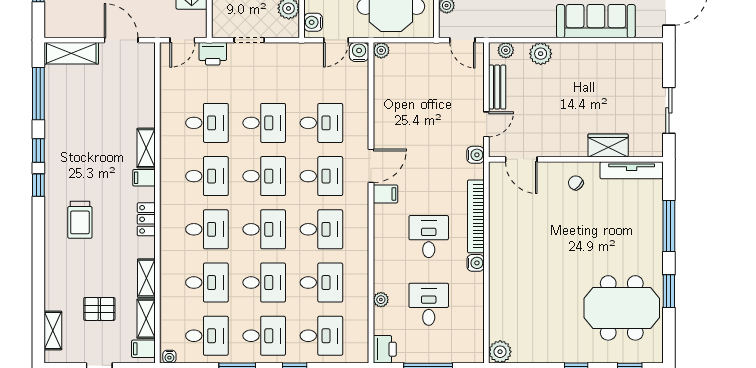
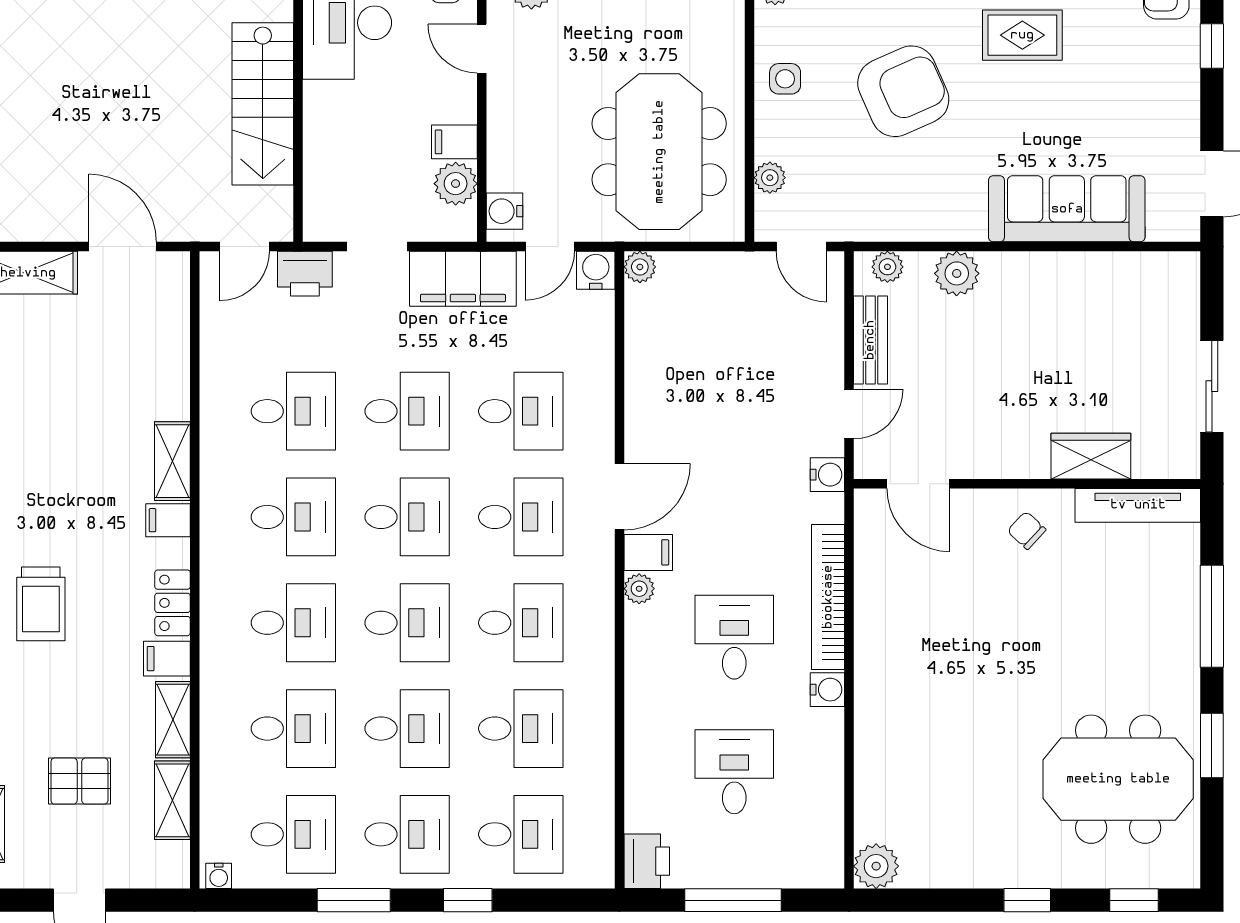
filing cabinet: (292, 56) -> (463, 279), added
plant: (381, 300) -> (639, 589), moved
filing cabinet: (143, 349) -> (167, 659), moved

